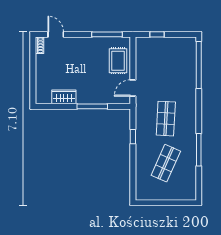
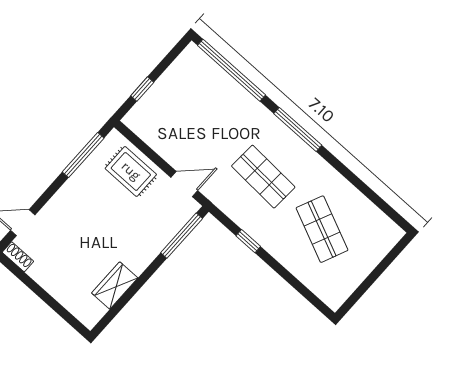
door: (133, 88) -> (184, 184), swing flipped
window: (92, 106) -> (182, 236), moved
window: (199, 150) -> (298, 129), moved

